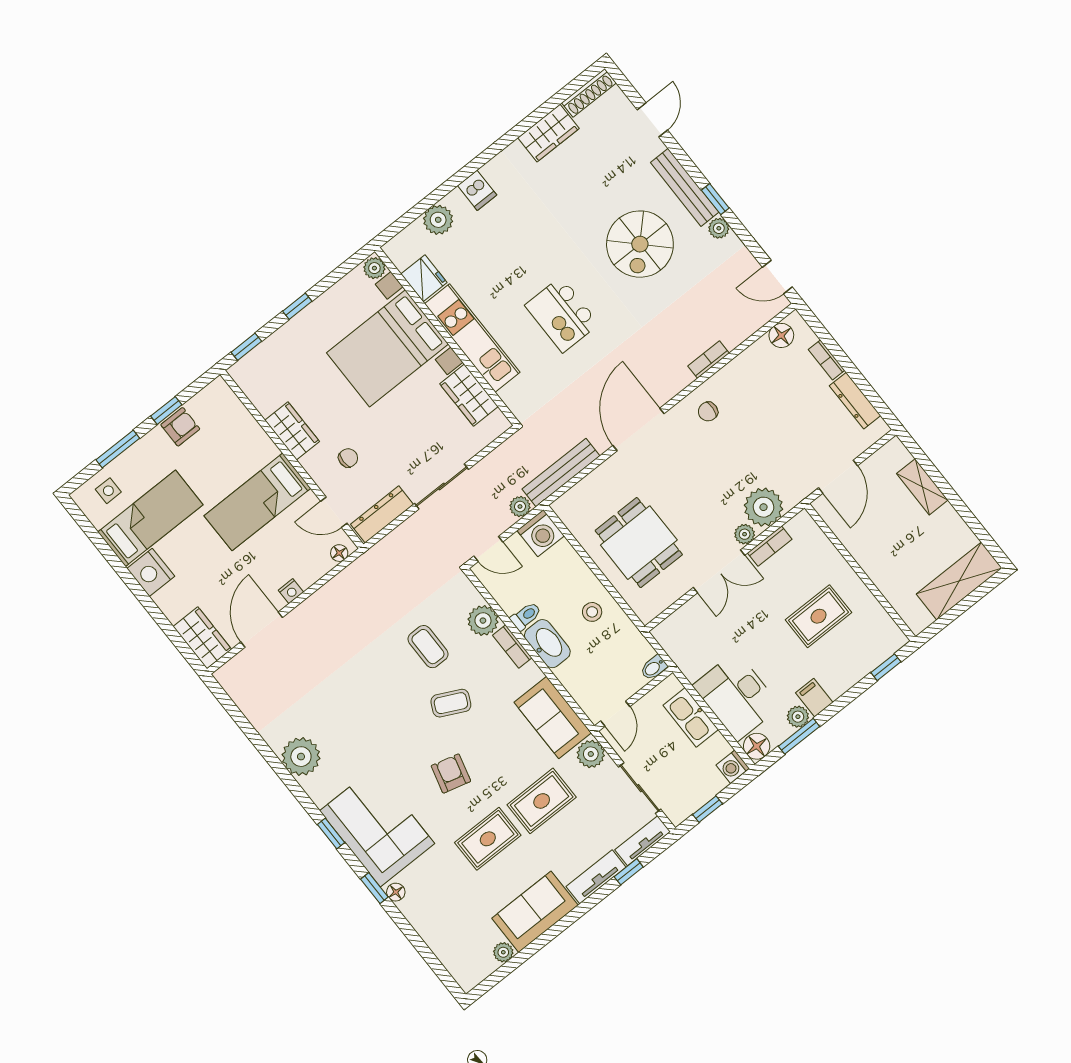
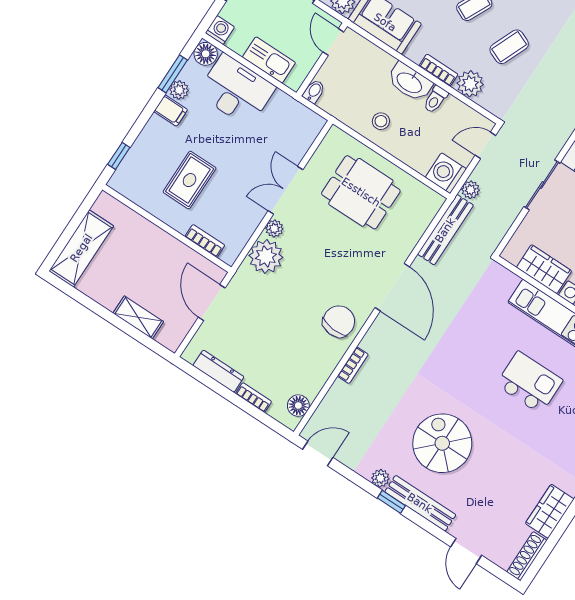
kitchen island: (562, 315) -> (529, 382), moved
chair: (708, 412) -> (339, 321), width x1.87, depth x1.87
bookcase: (770, 546) -> (205, 241), moved, turned 90
coffee table: (428, 647) -> (509, 47), turned -67

